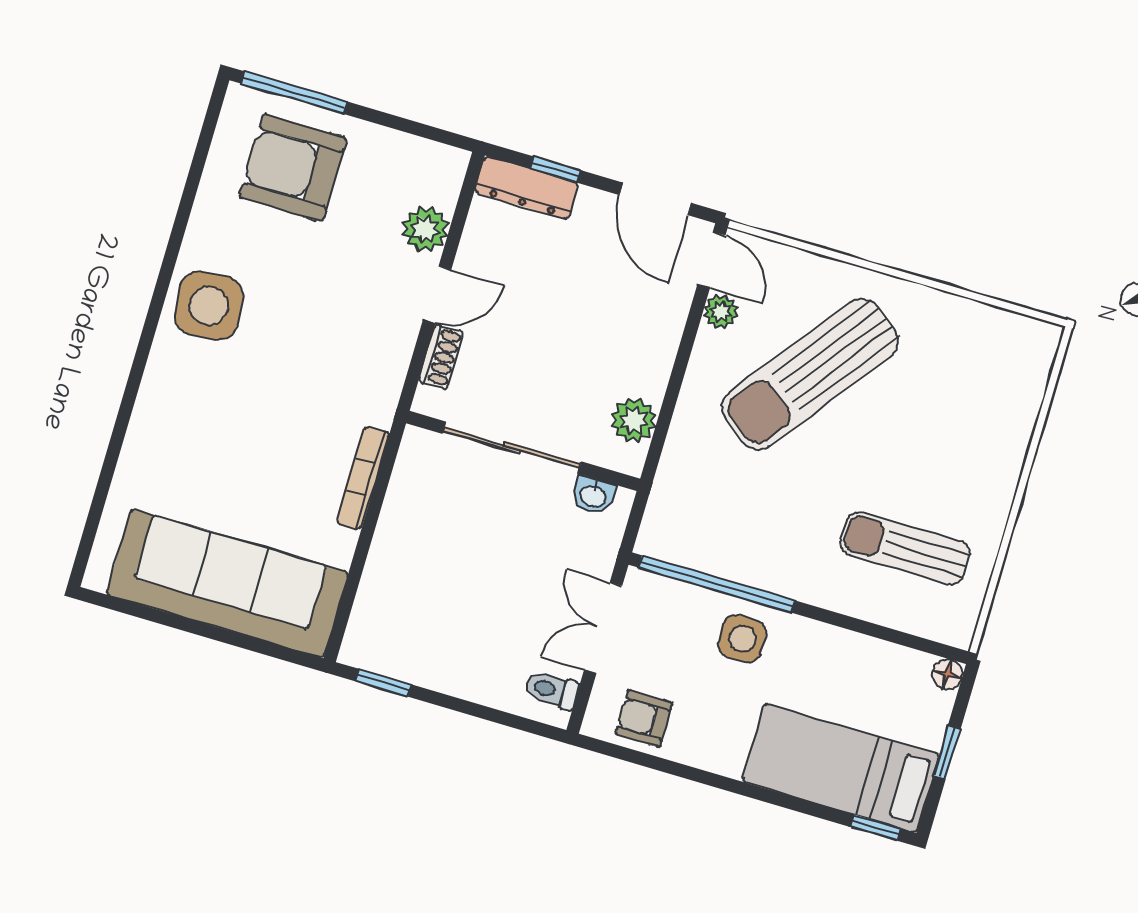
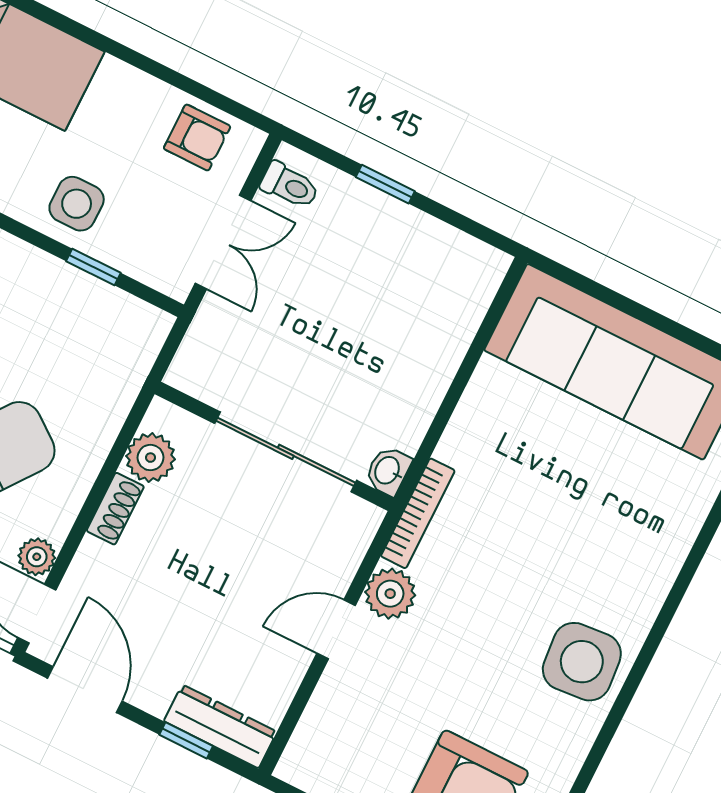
plant: (425, 229) -> (390, 594), moved
shoe rack: (441, 357) -> (115, 509), moved, turned 180
bookcase: (363, 478) -> (418, 513), moved
washbasin: (593, 495) -> (388, 471), moved, turned -90
window: (717, 584) -> (93, 267), width x0.32
window: (383, 683) -> (385, 184), moved

